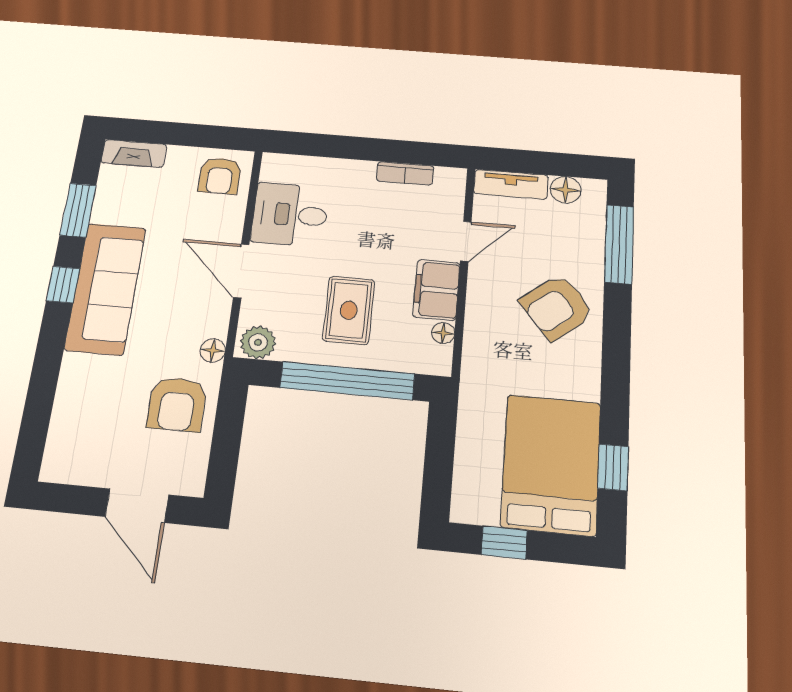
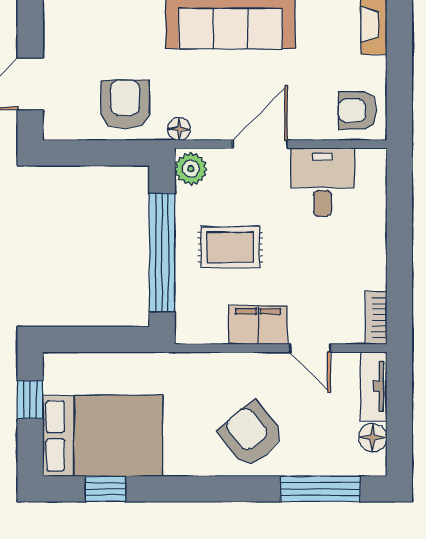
bookcase: (405, 173) -> (376, 318), moved
floor lamp: (443, 333) -> (216, 334), removed
armchair: (177, 404) -> (125, 104), turned 90

